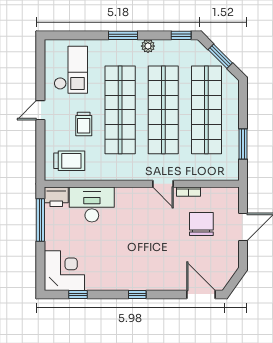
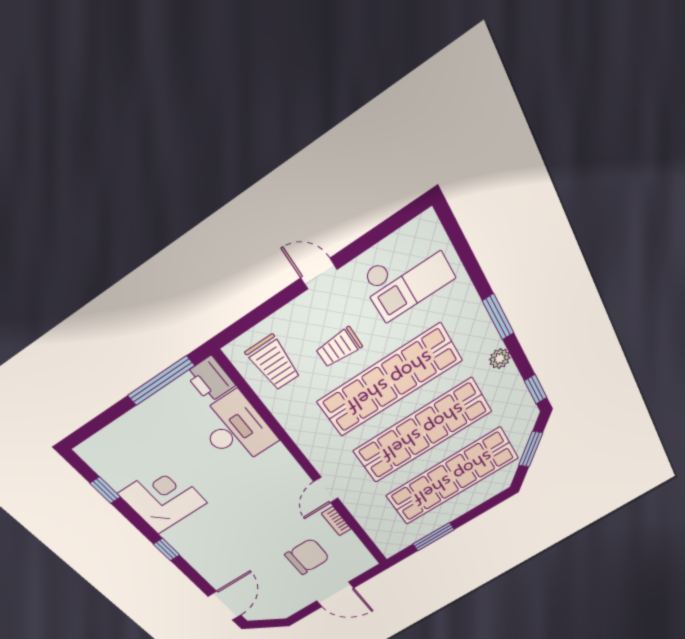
corner desk: (64, 271) -> (163, 498), moved, turned -90

